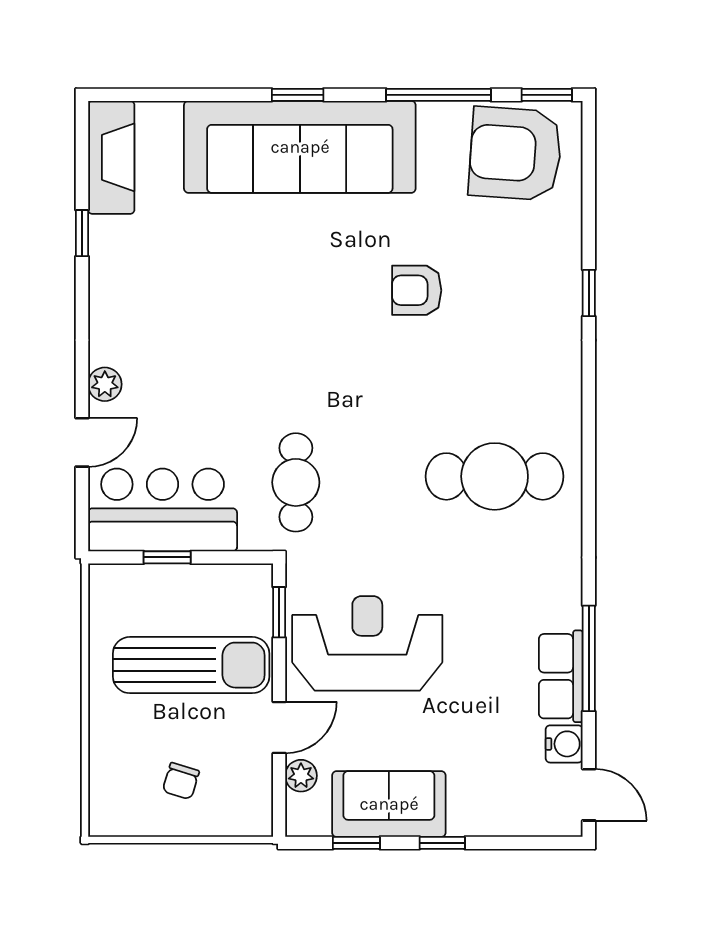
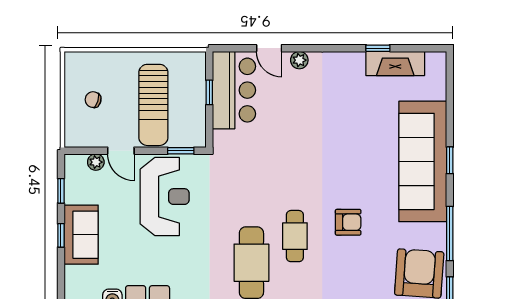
fireplace: (111, 157) -> (395, 63), moved
armchair: (417, 290) -> (348, 222), turned 90
cafe table: (296, 482) -> (295, 236), moved, turned 90
sofa: (389, 804) -> (81, 235), moved

